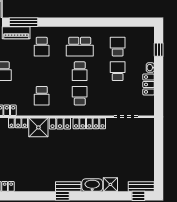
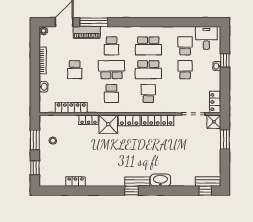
desk: (140, 39) -> (206, 38), added
window: (159, 50) -> (225, 60), moved
school desk: (42, 71) -> (111, 70), added
school desk: (80, 71) -> (148, 70), width x1.85
locker: (149, 84) -> (215, 102), moved
window: (159, 143) -> (225, 140), added
shower: (110, 184) -> (214, 122), moved

